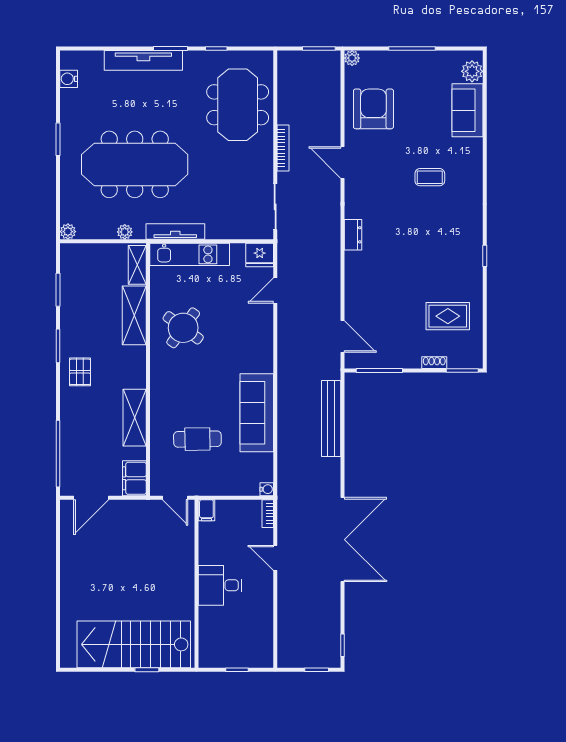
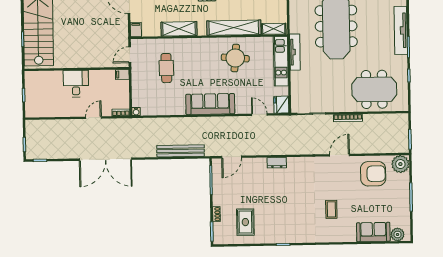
plant: (352, 58) -> (400, 164), width x1.88, depth x1.88
plant: (125, 232) -> (294, 21), removed
dresser: (353, 235) -> (277, 163), moved
shelving: (134, 315) -> (234, 28), width x1.47
round table: (183, 328) -> (235, 58), turned -31
sofa: (257, 413) -> (210, 104), moved
filing cabinet: (134, 478) -> (136, 29), width x0.50

